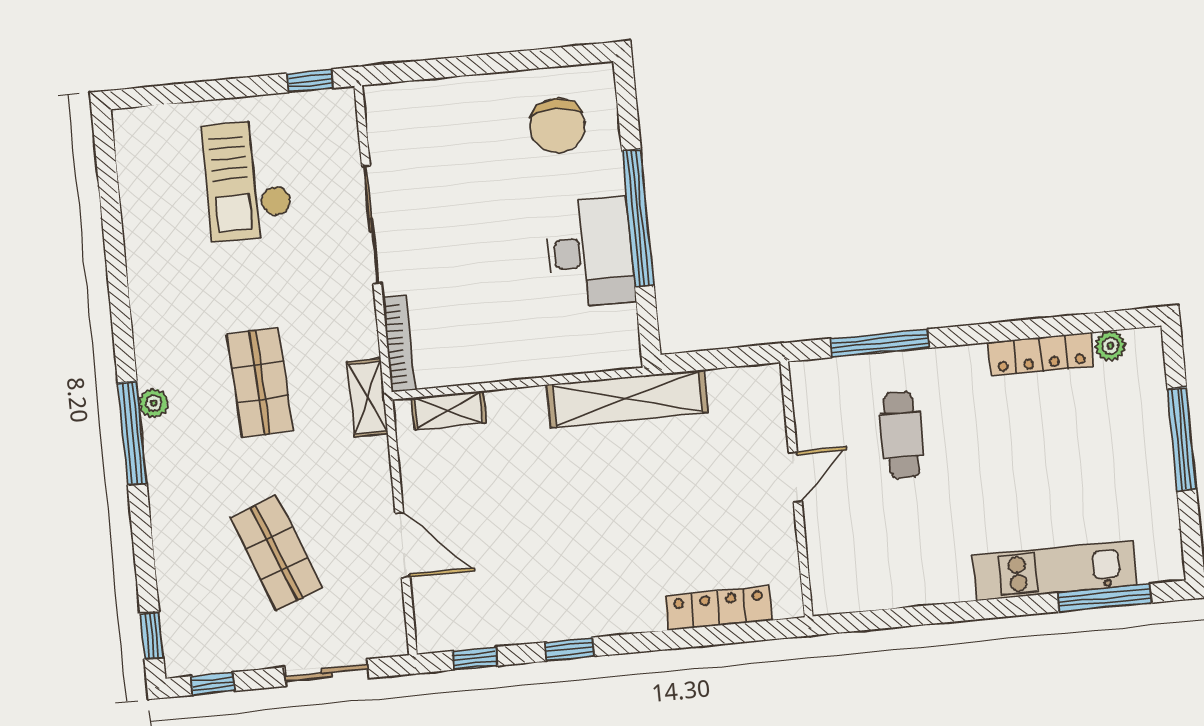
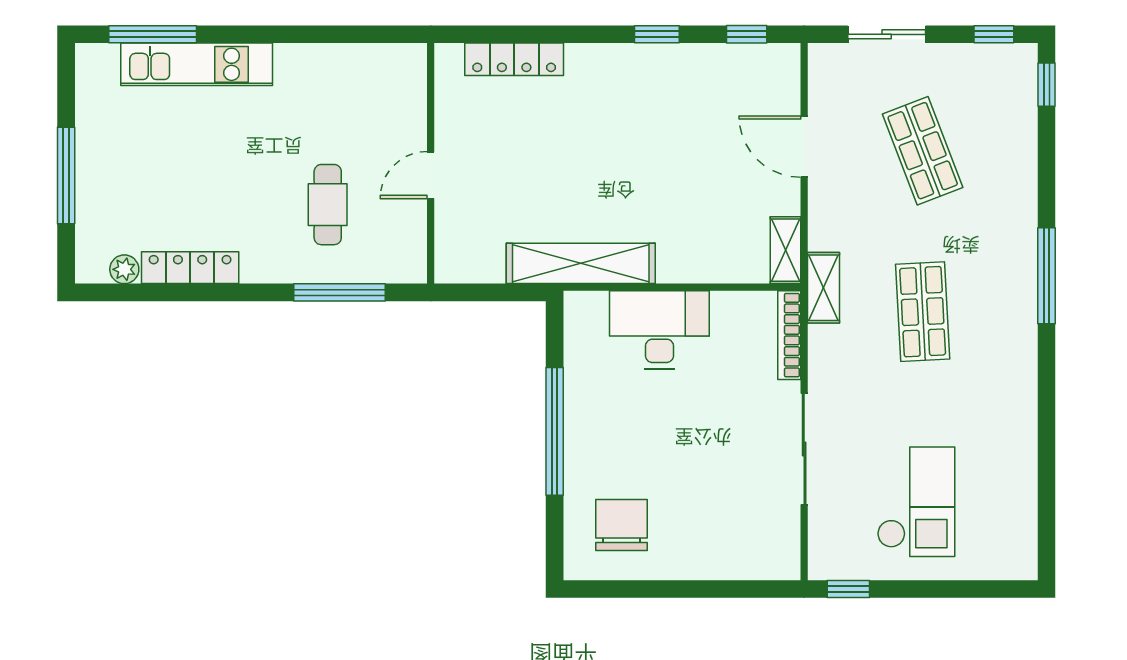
desk: (590, 252) -> (659, 330), moved, turned 90
plant: (154, 403) -> (1024, 302), removed
shelving: (449, 410) -> (785, 250), moved, turned 90

